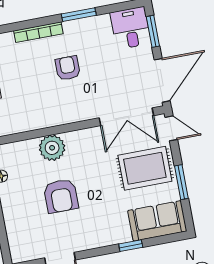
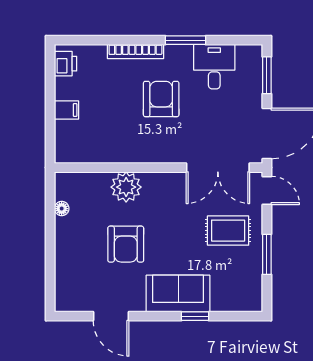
desk: (131, 28) -> (214, 67), moved
armchair: (68, 68) -> (161, 99), width x1.38, depth x1.38
rug: (145, 168) -> (228, 231), width x0.73, depth x0.70
sofa: (157, 221) -> (178, 294), moved

